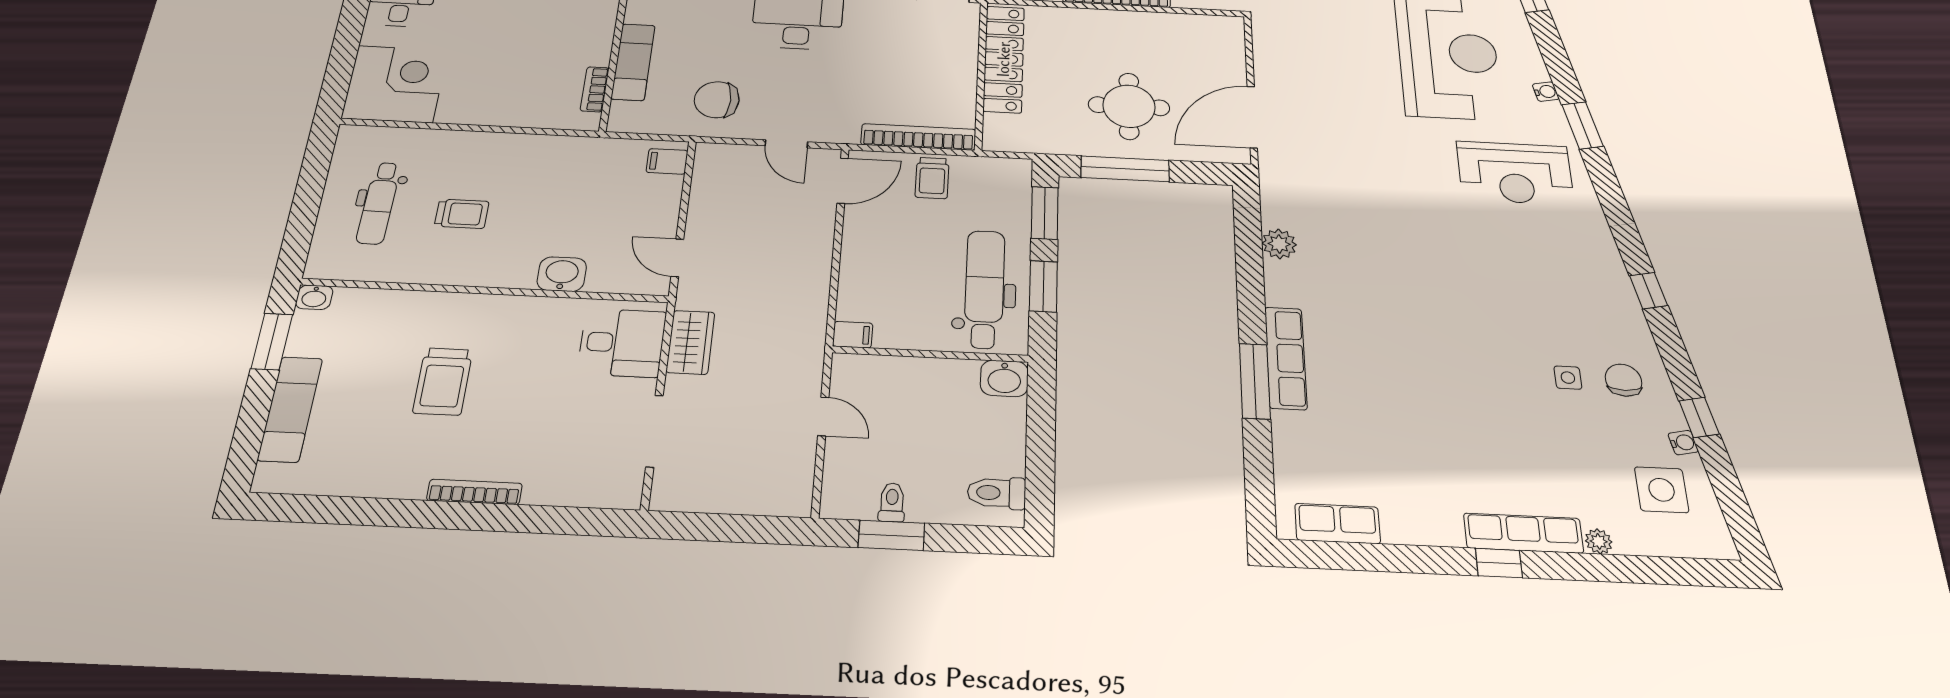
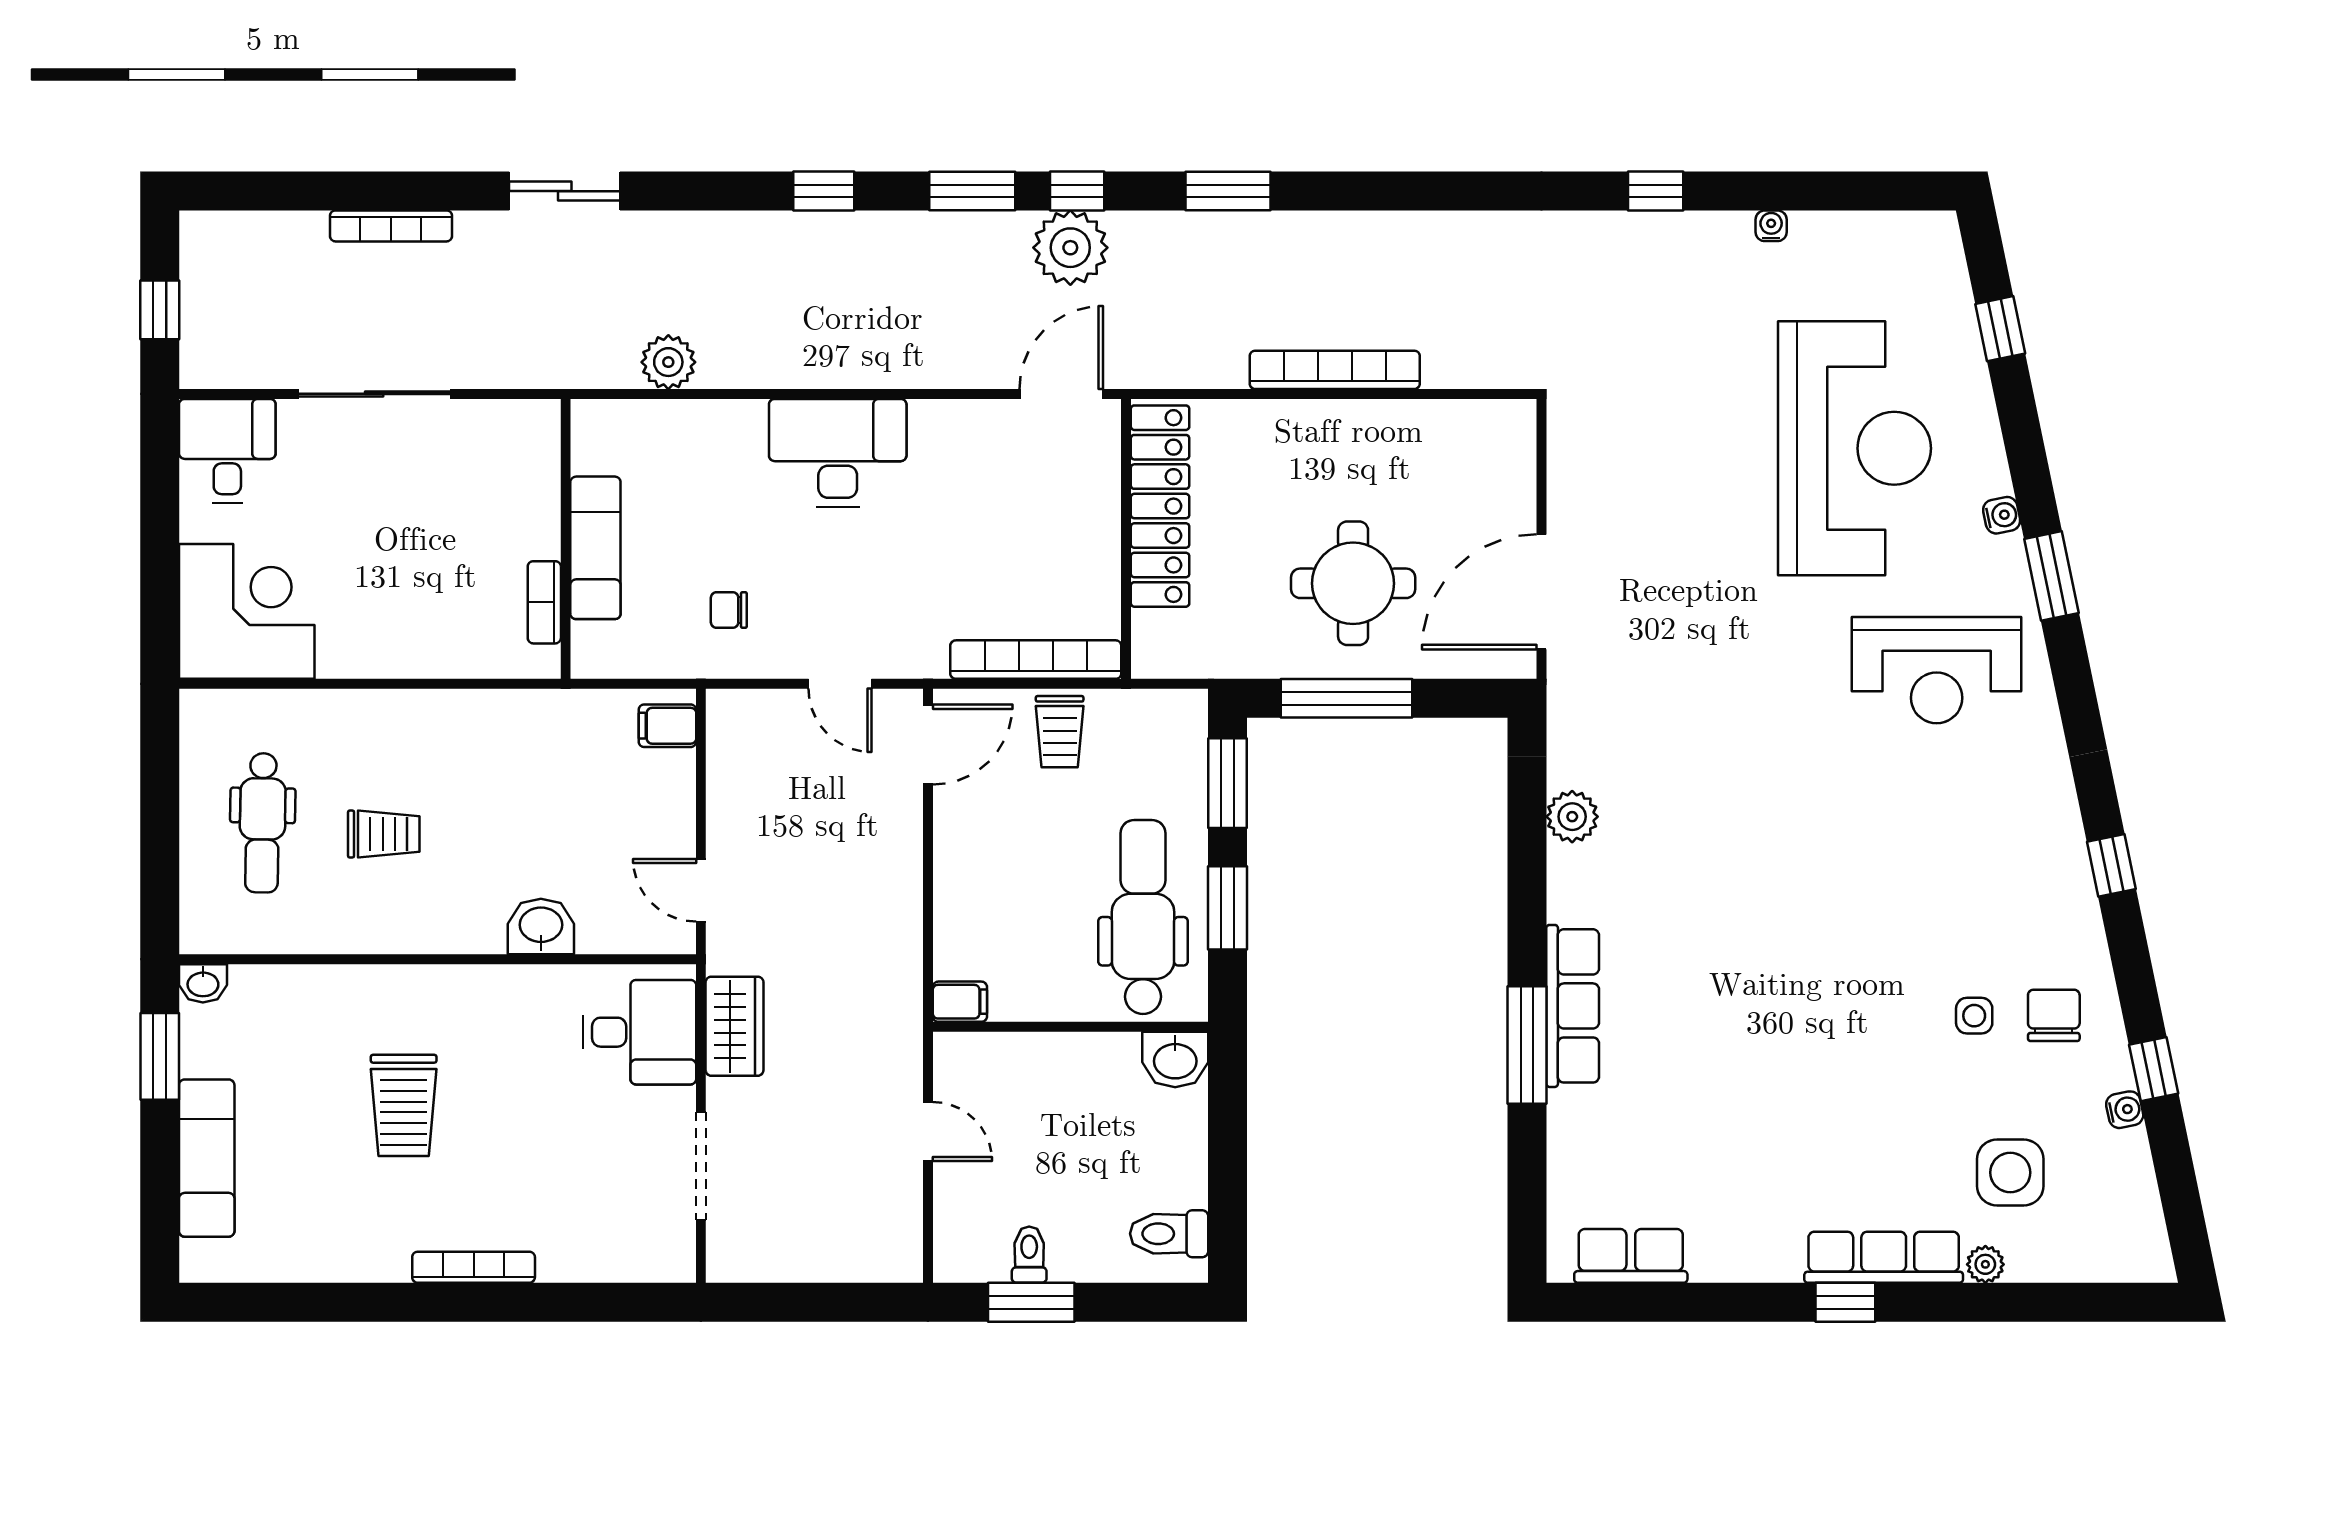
chair: (717, 100) -> (729, 610), width x0.54, depth x0.54
side table: (1662, 490) -> (2010, 1173), moved

